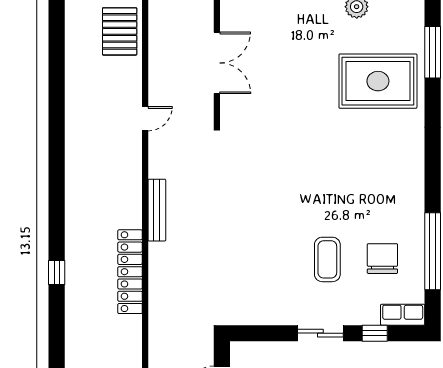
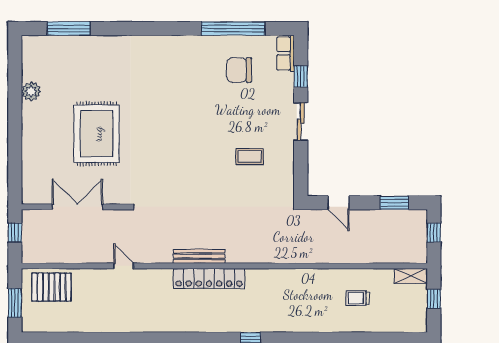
rug: (378, 81) -> (97, 134), moved
coffee table: (327, 259) -> (250, 157), moved, width x0.73, depth x0.77
locker: (130, 272) -> (209, 278), moved

